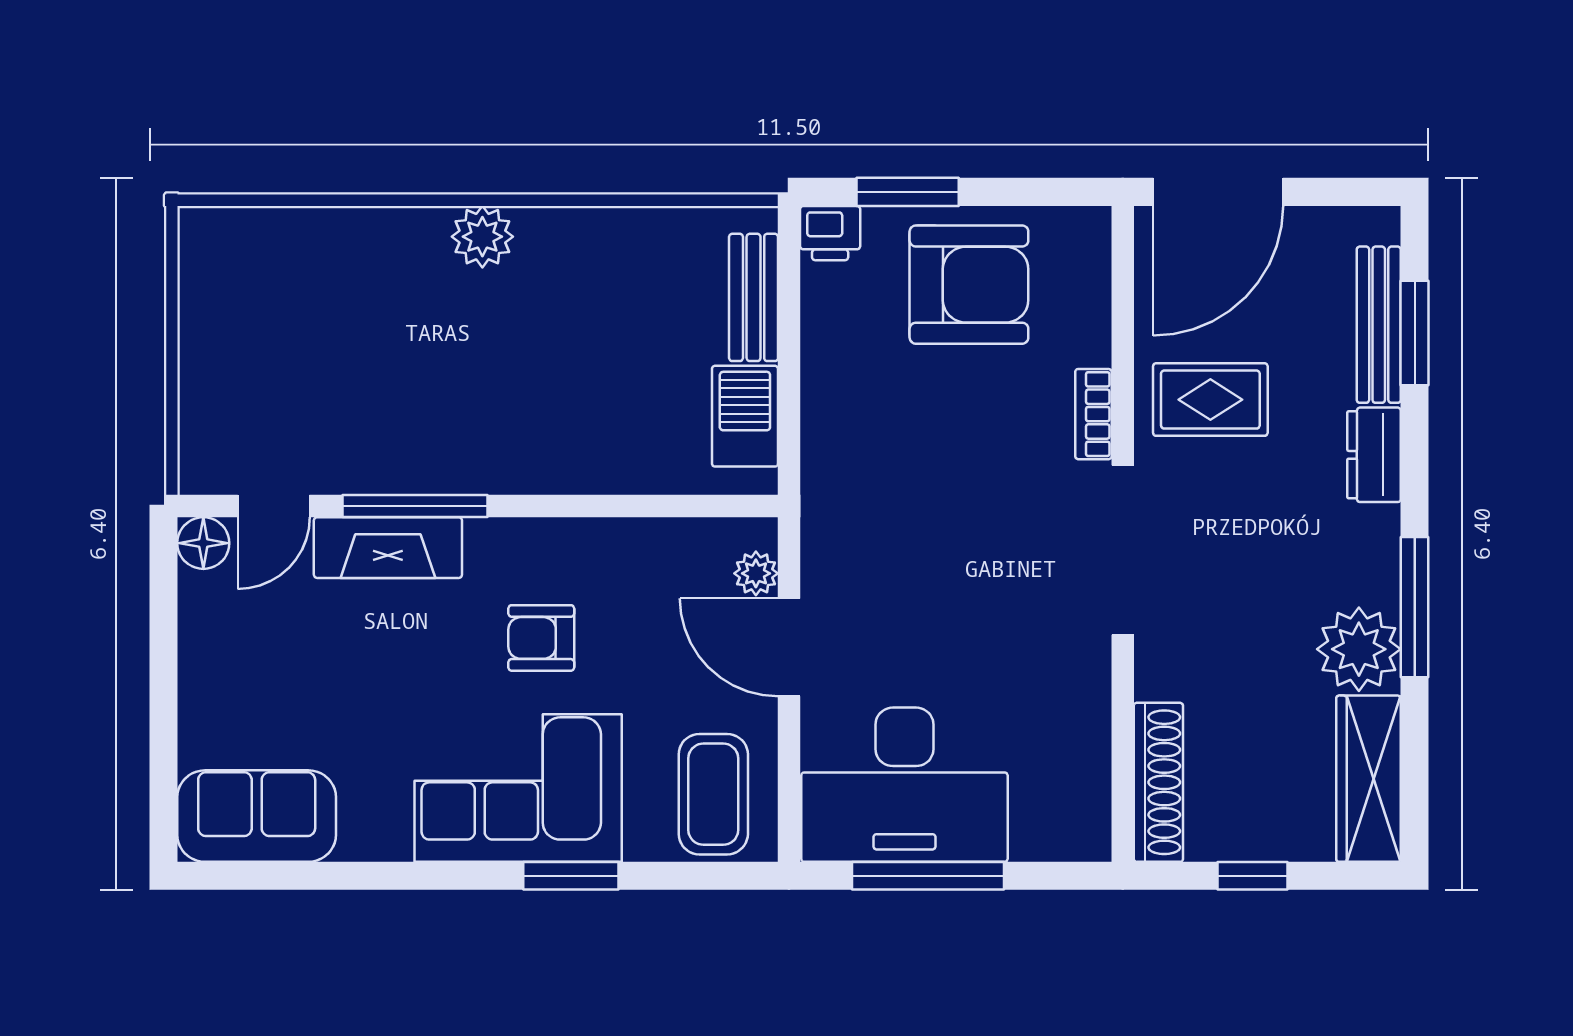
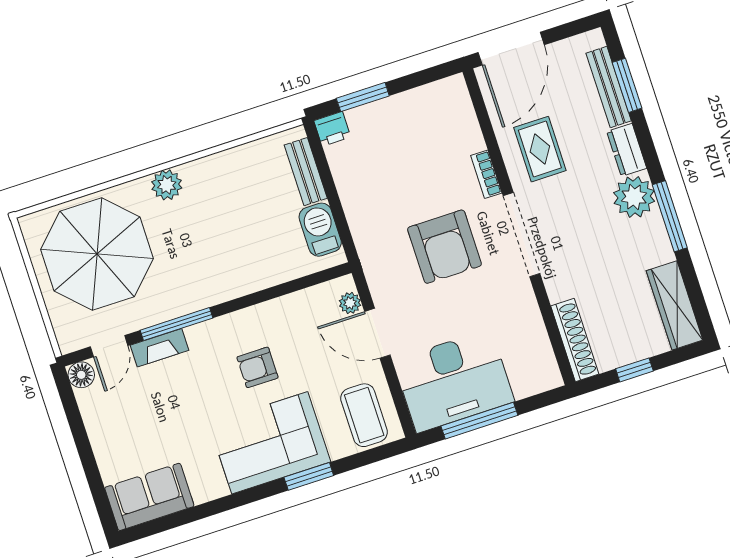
armchair: (969, 285) -> (444, 247), moved, turned 90
parasol: (308, 324) -> (97, 254), added
rug: (1210, 400) -> (540, 149), turned 90
fireplace: (388, 548) -> (159, 348), width x0.73, depth x0.76
plant: (1359, 649) -> (634, 197), moved

